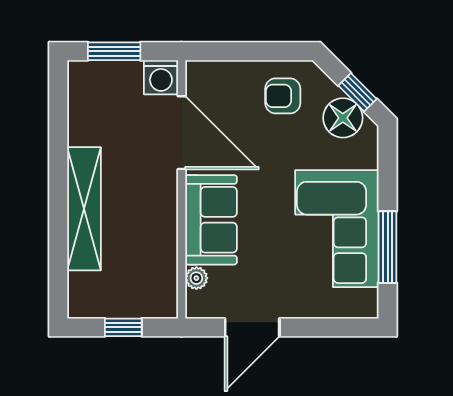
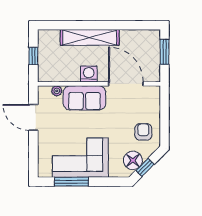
washing machine: (161, 77) -> (89, 74), moved, turned 90
door: (182, 133) -> (126, 84), swing flipped

